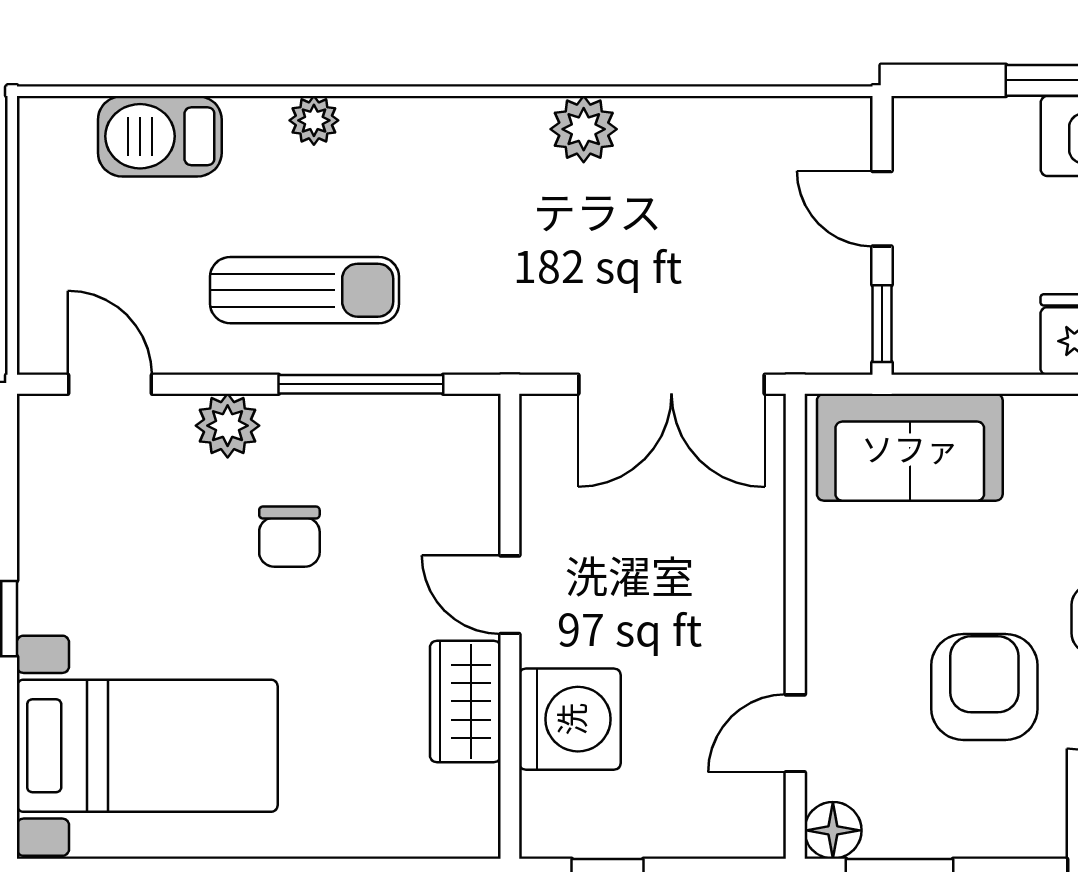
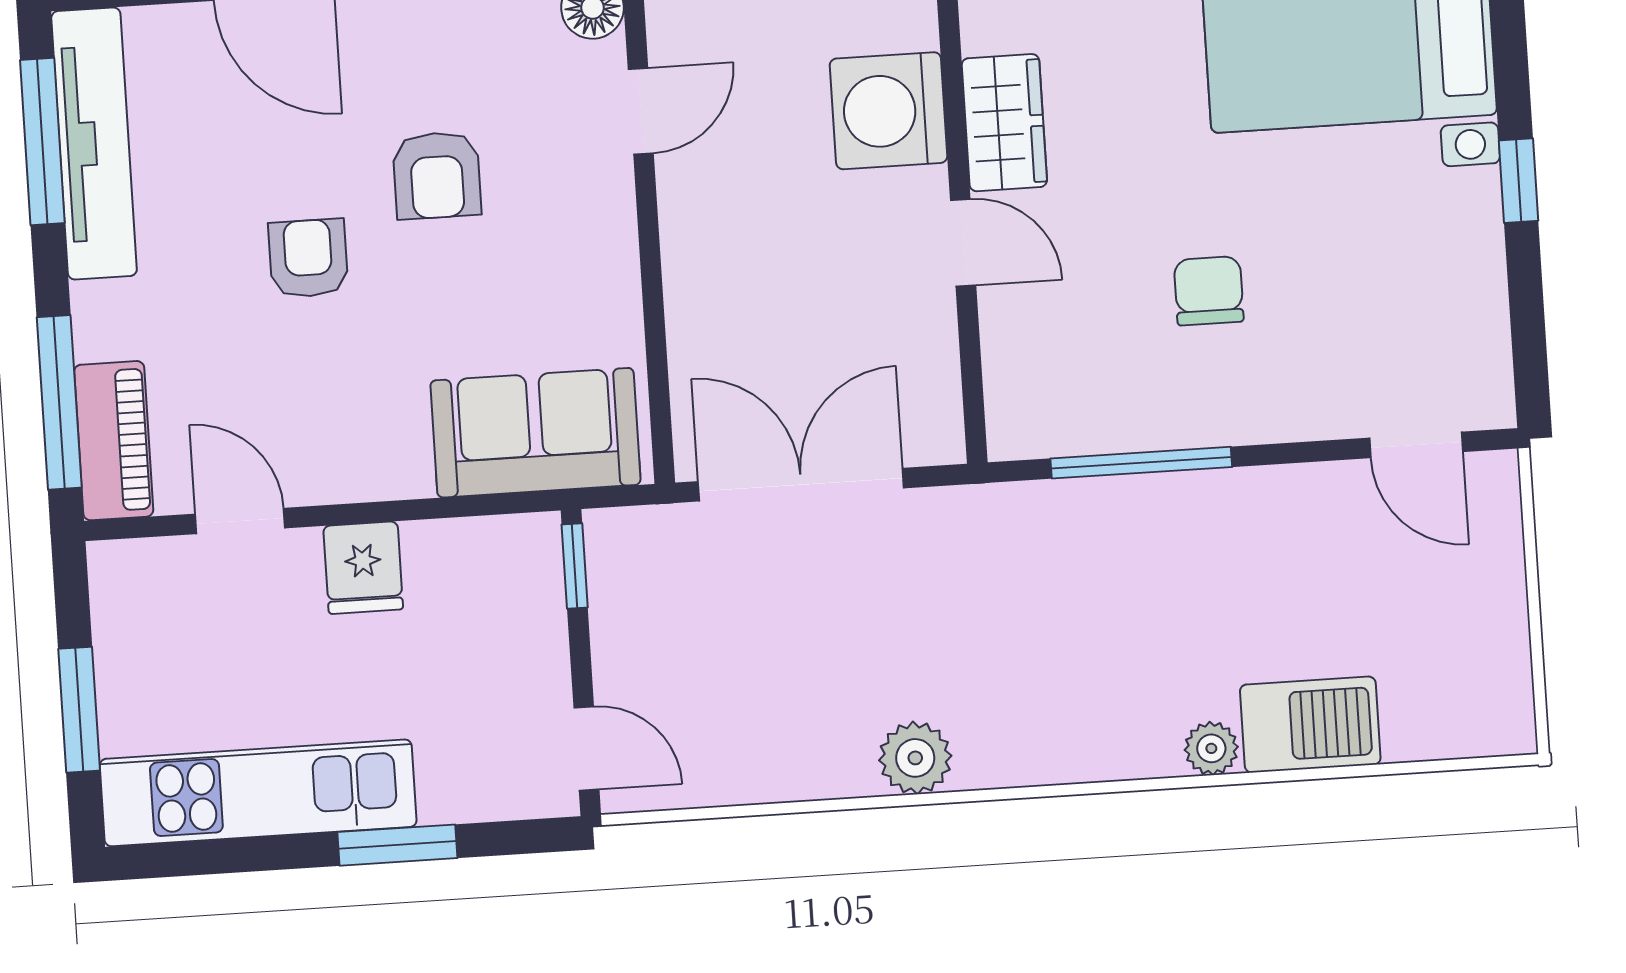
barbecue: (160, 136) -> (1310, 725), moved
door: (882, 209) -> (586, 748), moved
sun lounger: (305, 290) -> (1210, 562), removed
plant: (228, 426) -> (1284, 408), removed
armchair: (984, 687) -> (437, 175), width x0.72, depth x0.72

